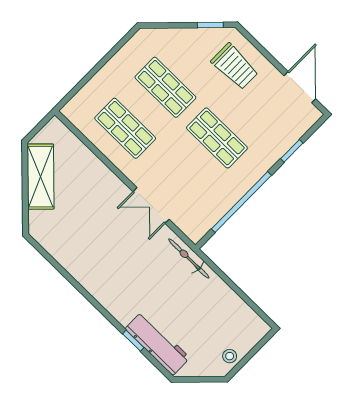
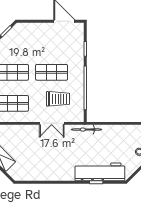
trolley: (235, 67) -> (58, 99), moved
workbench: (157, 343) -> (100, 172), width x1.36, depth x1.32

